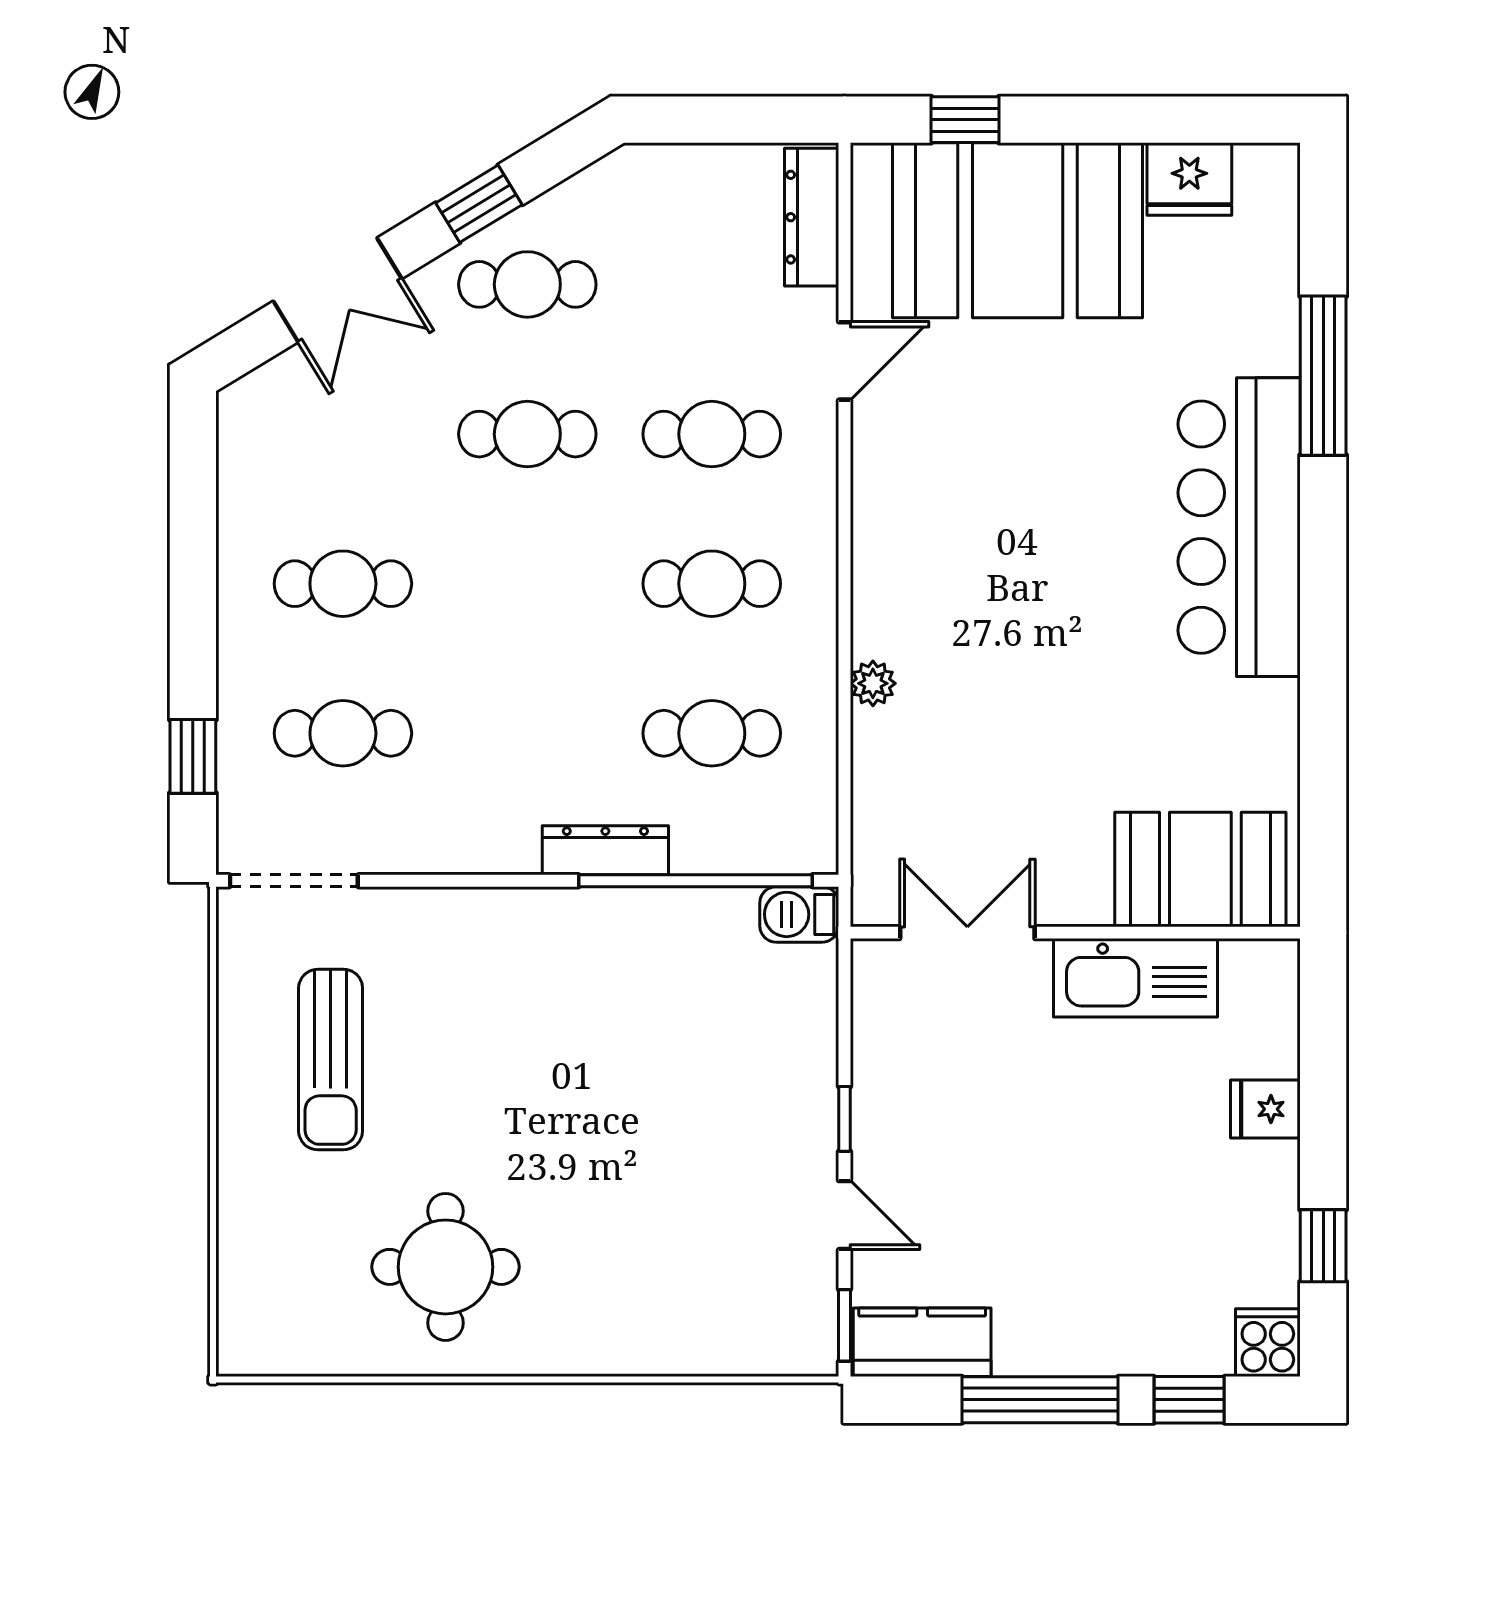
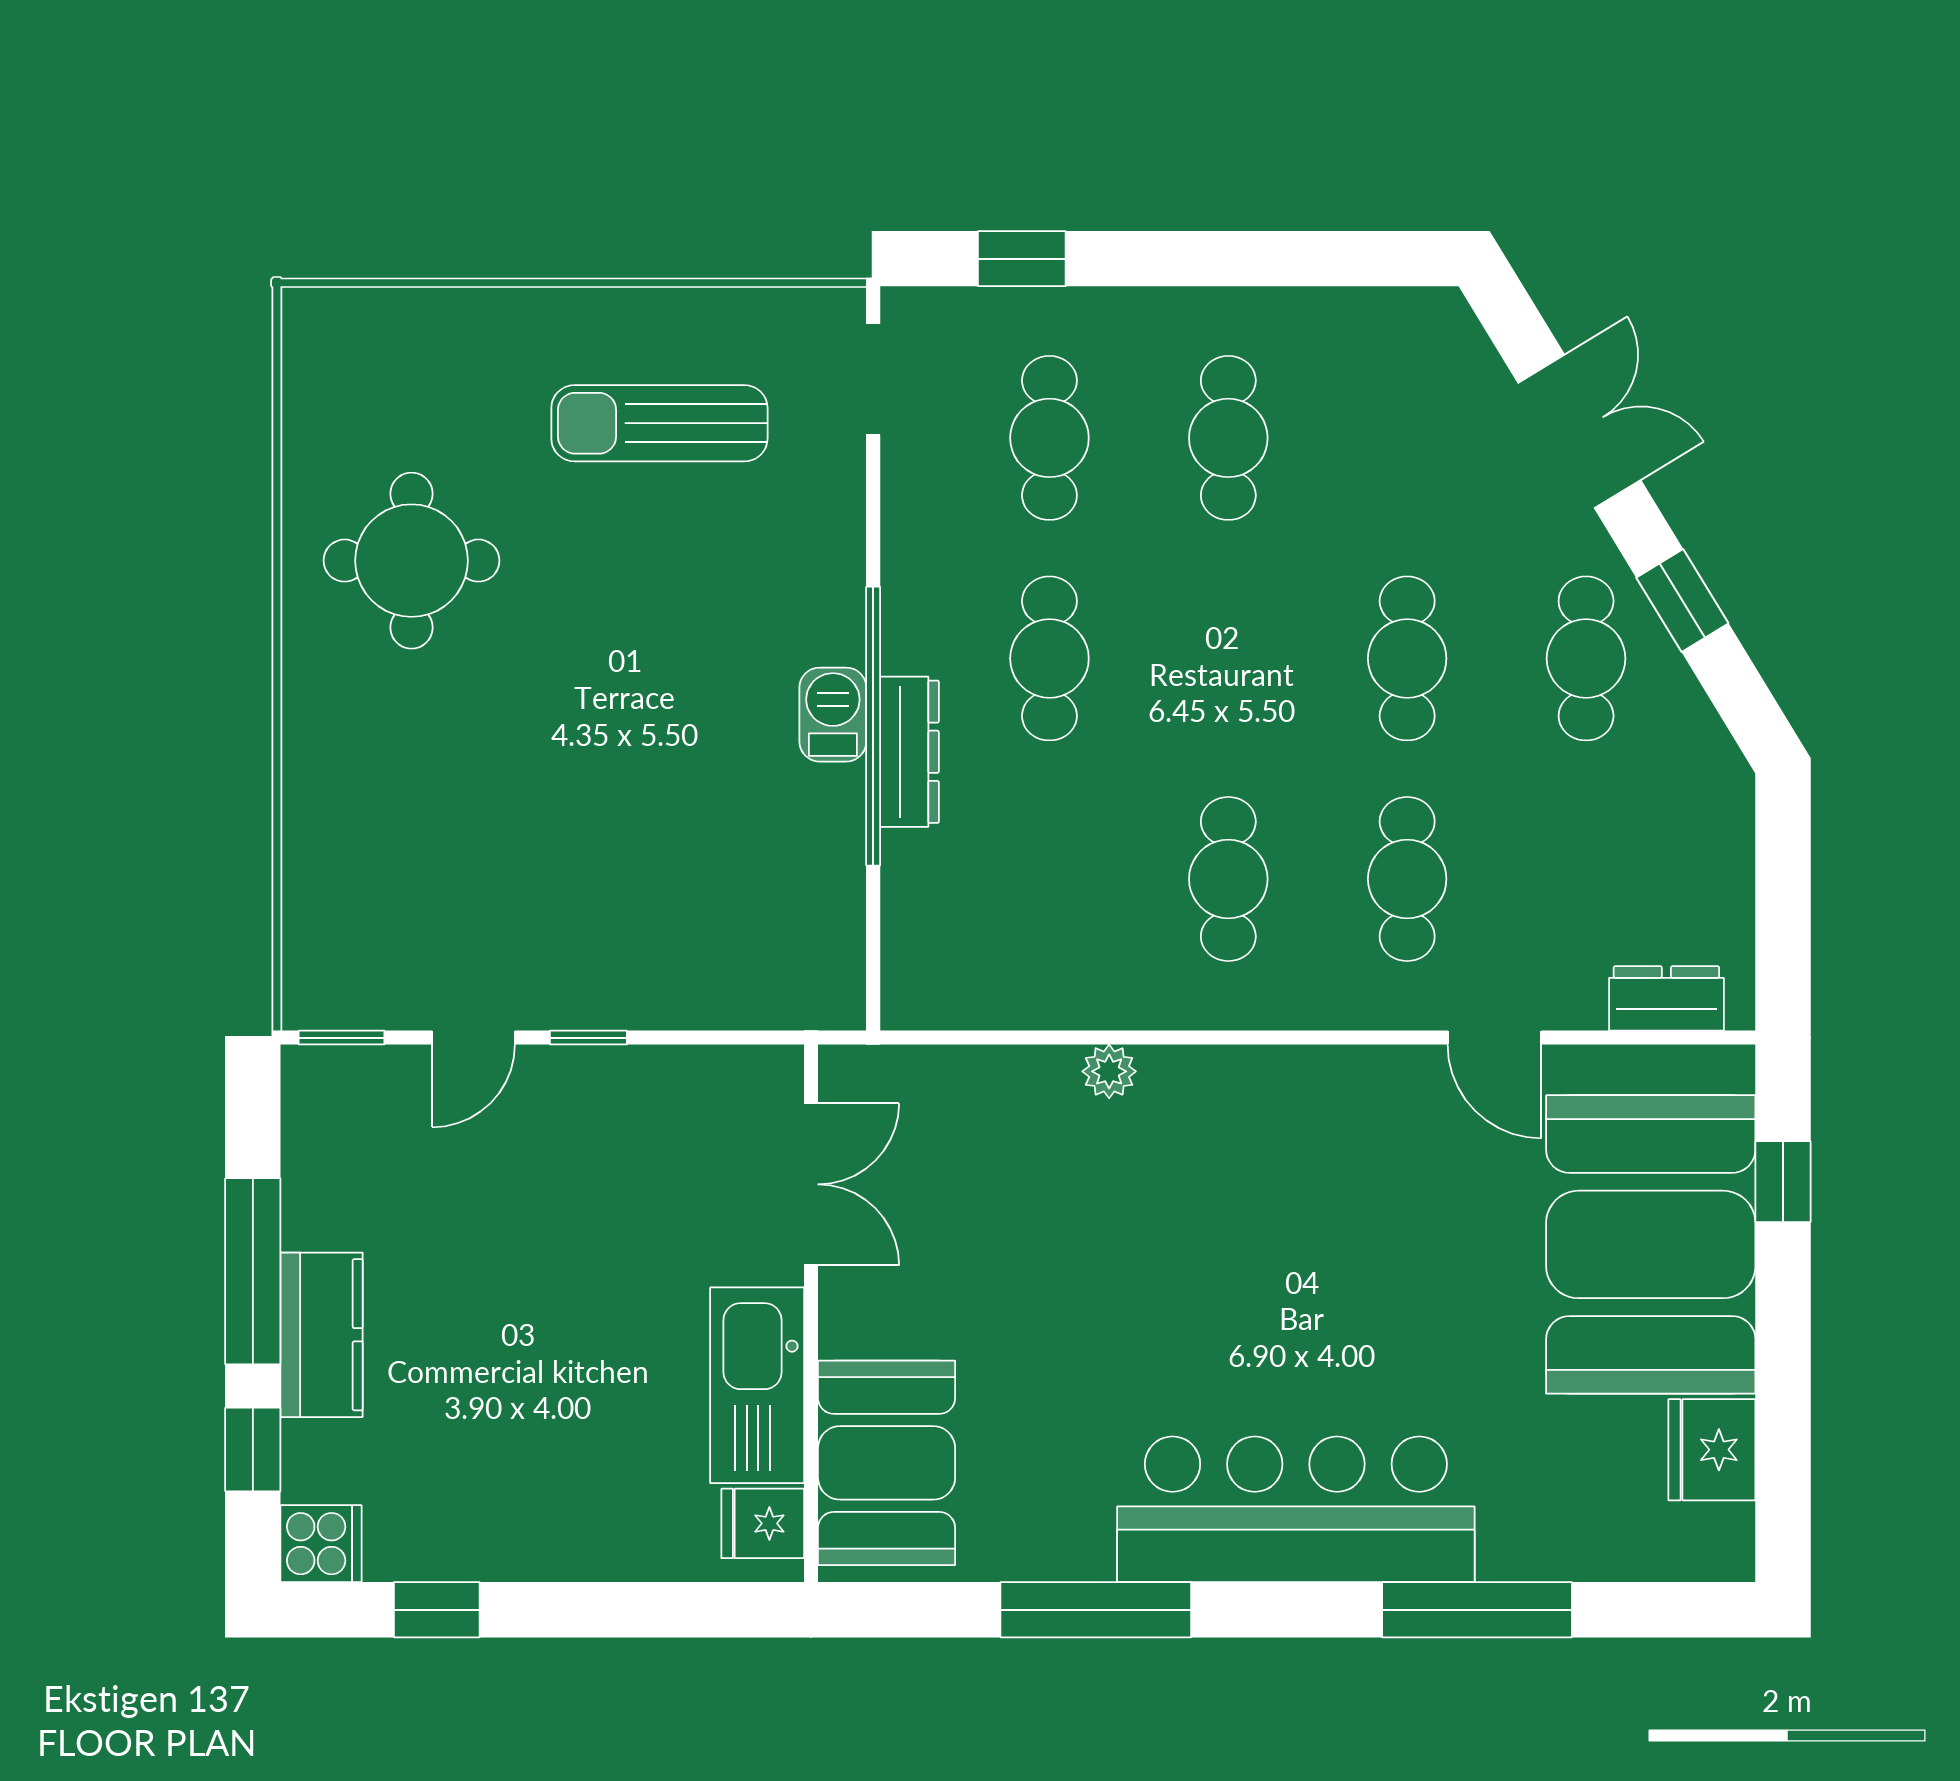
dresser: (812, 217) -> (1666, 998), width x0.70
double door: (338, 290) -> (1579, 431), swing flipped
window: (1323, 695) -> (1096, 1610), added
cafe table: (712, 733) -> (1049, 658), moved
doorway: (294, 881) -> (873, 379), width x0.73
window: (695, 881) -> (873, 726), moved
barbecue: (799, 914) -> (833, 715), moved
fridge: (1265, 1109) -> (763, 1523), moved, turned -90
kitchen counter: (922, 1342) -> (321, 1335), moved

